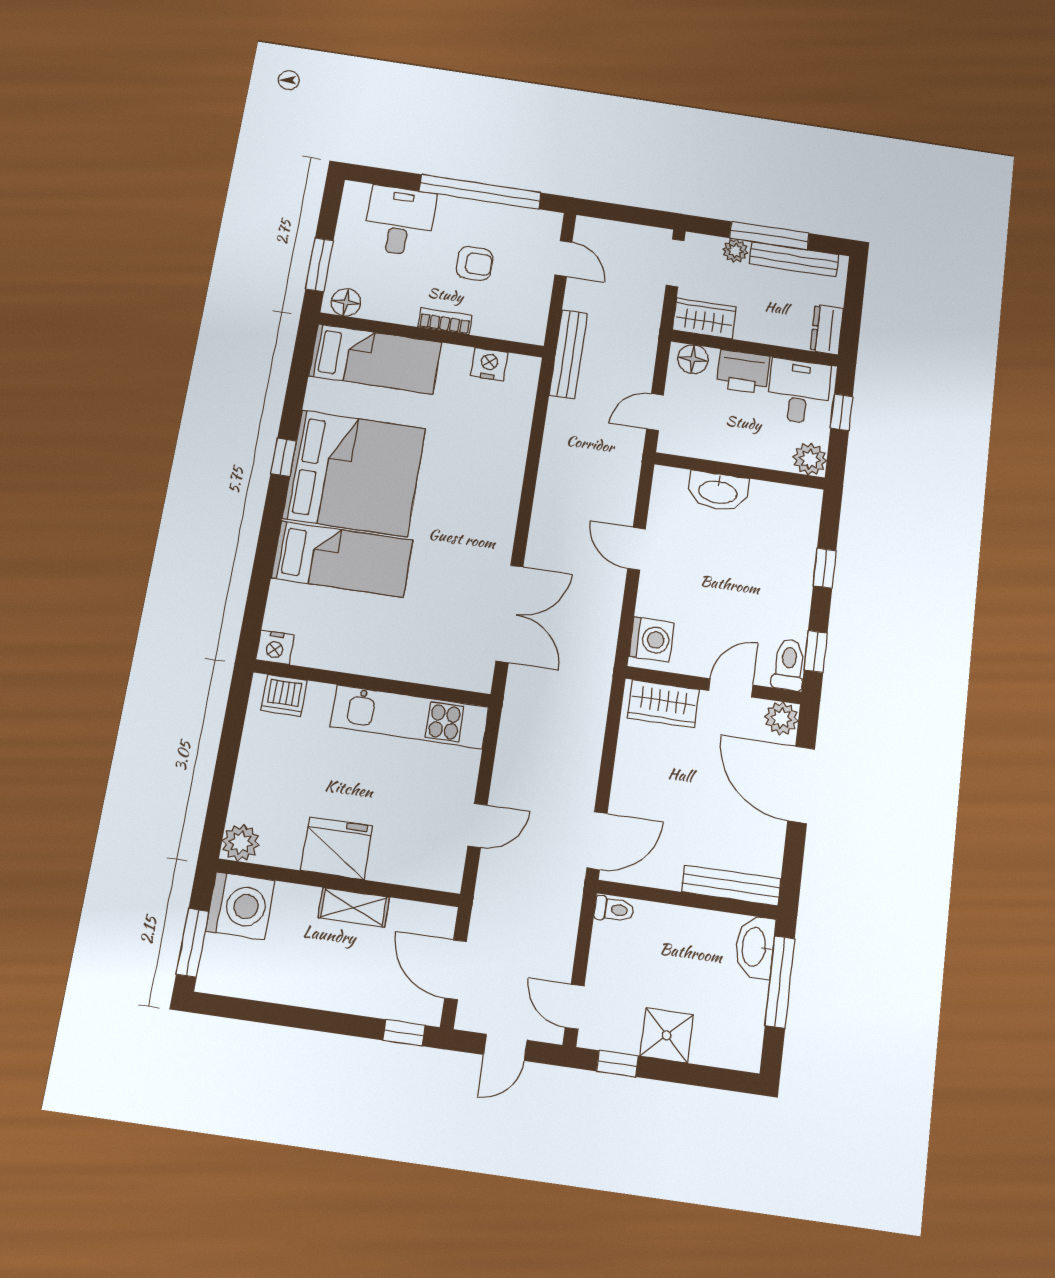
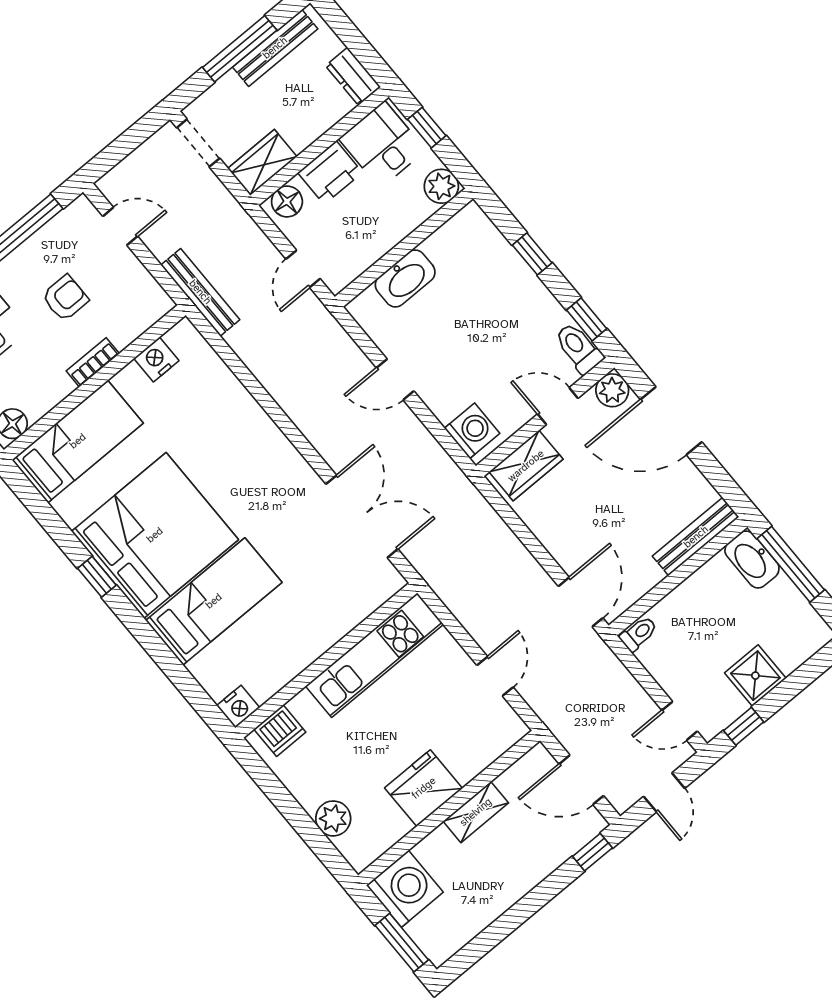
plant: (735, 251) -> (229, 87), removed
door: (731, 688) -> (558, 406), hinge flipped
plant: (241, 843) -> (333, 818), moved

